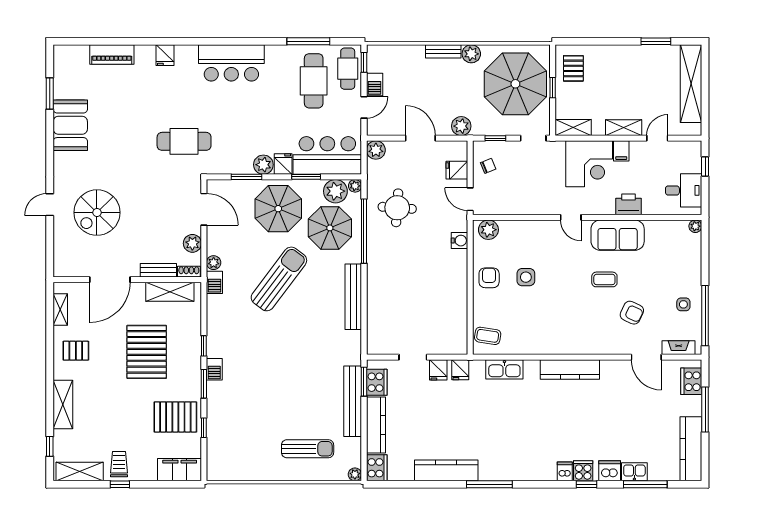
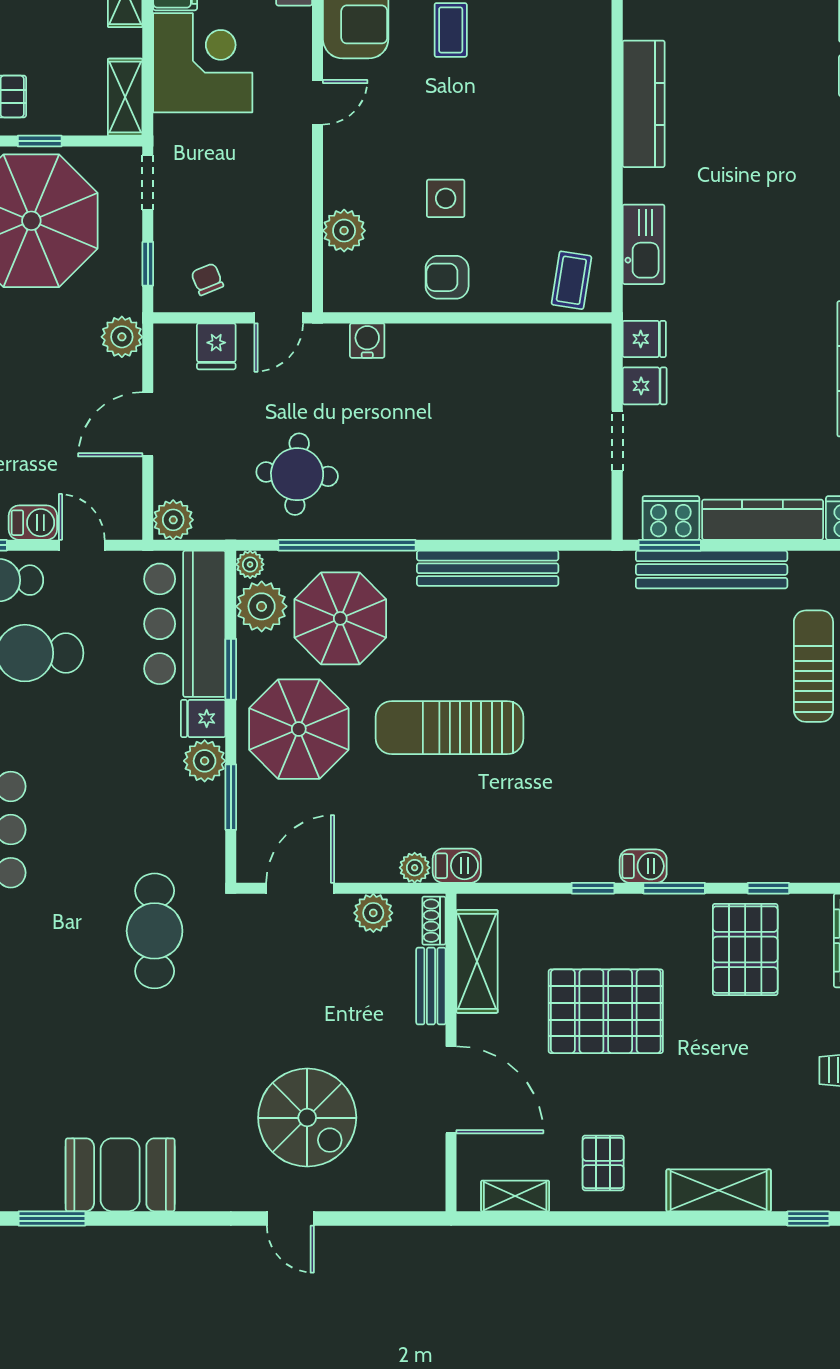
plant: (488, 230) -> (344, 231), moved
sun lounger: (279, 279) -> (449, 728), turned -37

